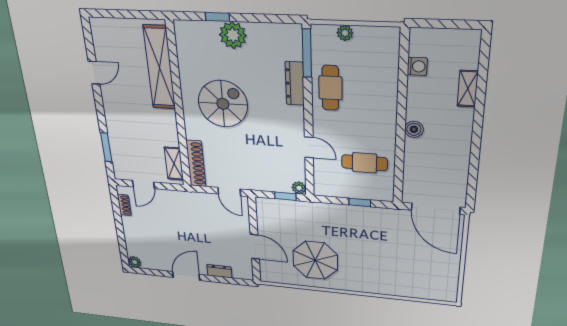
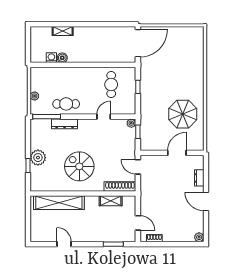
boiler: (414, 129) -> (62, 58), moved
shelving: (174, 164) -> (111, 201), moved
door: (229, 192) -> (138, 167), swing flipped

